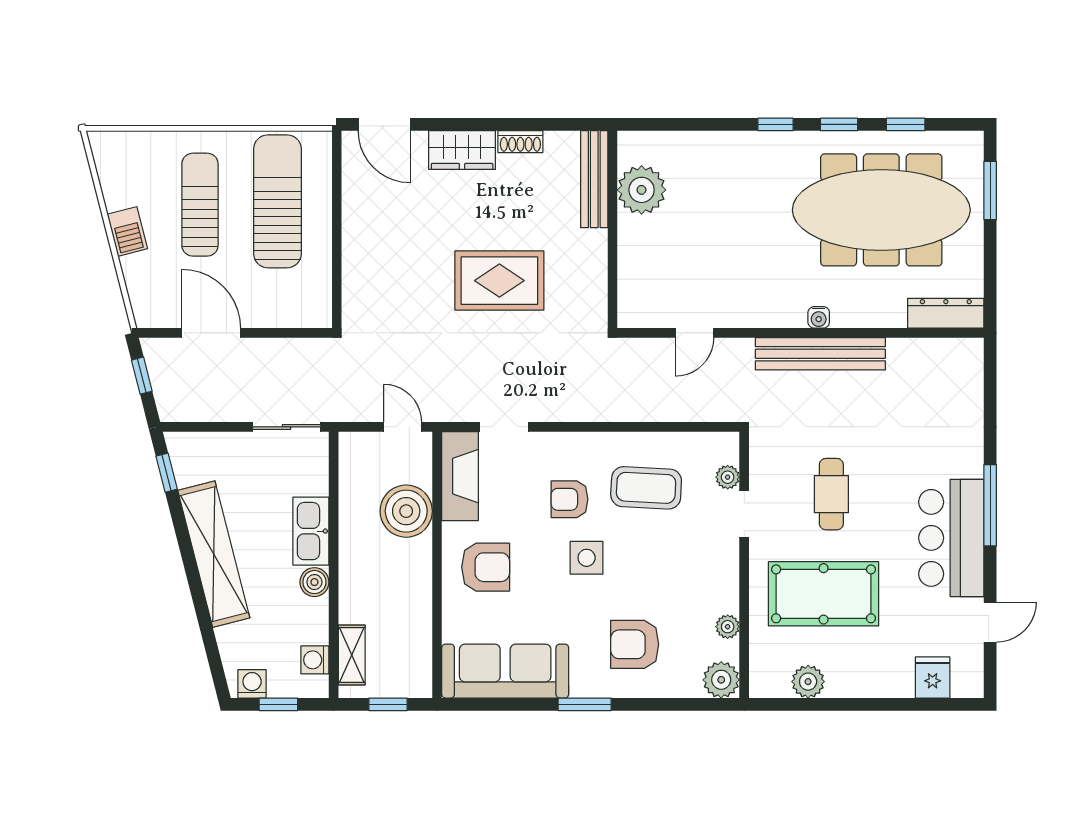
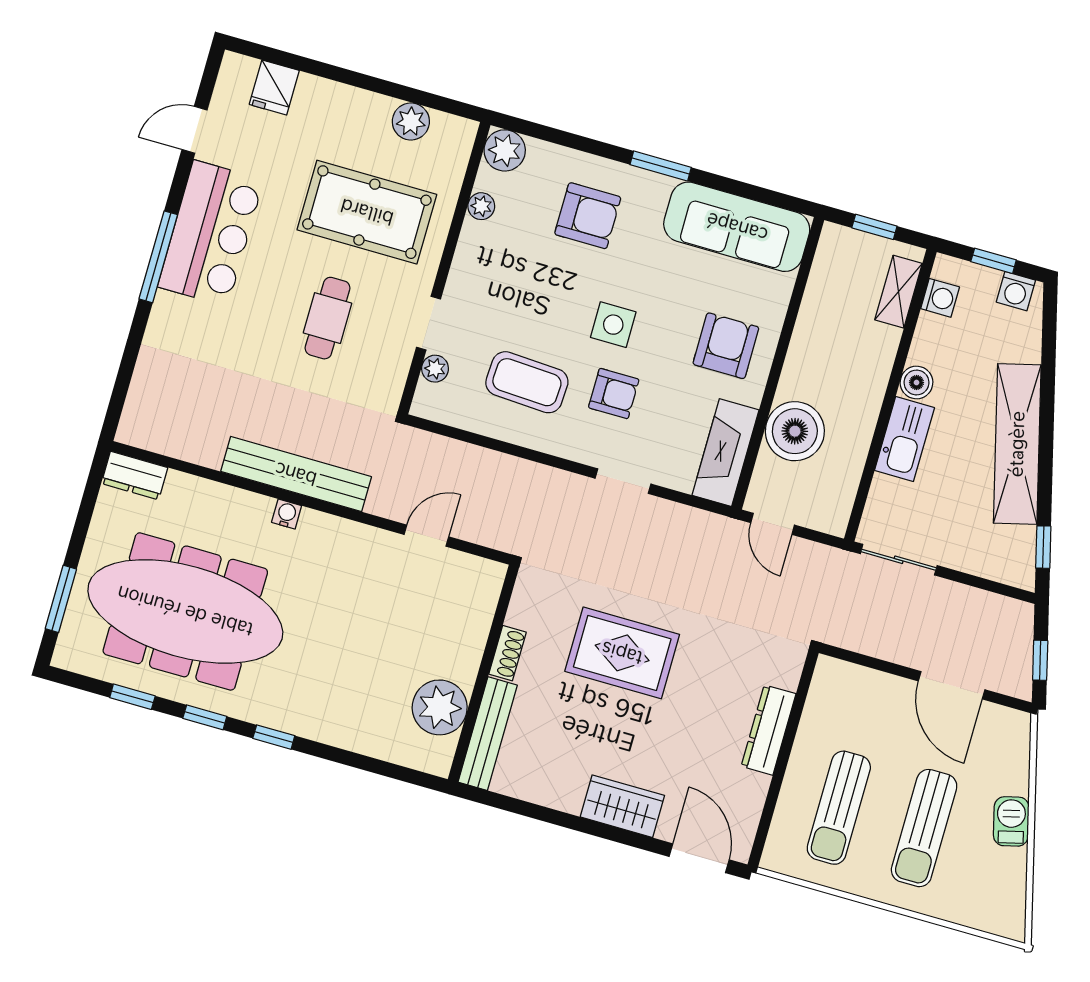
shoe rack: (520, 142) -> (508, 653), moved, turned 90
sun lounger: (277, 201) -> (839, 808), width x0.73, depth x0.75
dresser: (356, 250) -> (769, 730), added
dresser: (946, 313) -> (135, 476), width x0.70
doorway: (504, 427) -> (623, 481), moved
armchair: (486, 567) -> (726, 346), turned 90

